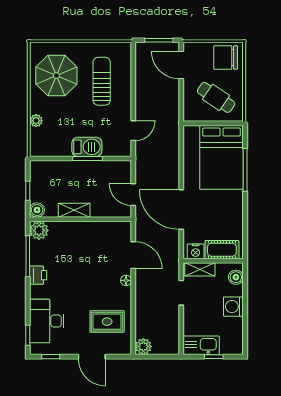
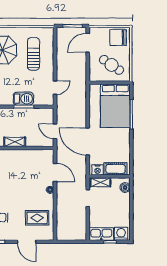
door: (181, 65) -> (88, 43), hinge flipped
washing machine: (233, 307) -> (121, 234), moved, turned 90
plant: (143, 347) -> (62, 235), removed

